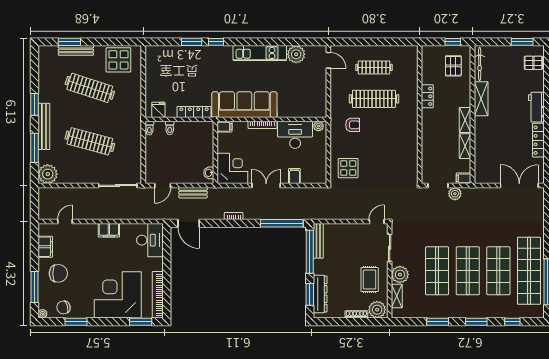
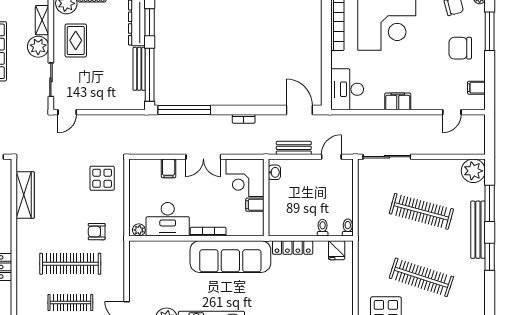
filing cabinet: (224, 127) -> (255, 205), moved
wardrobe: (411, 154) -> (25, 195), added
bench: (318, 241) -> (139, 69), moved
filing cabinet: (45, 247) -> (476, 88), width x0.50

